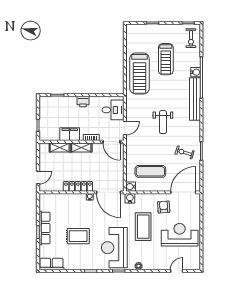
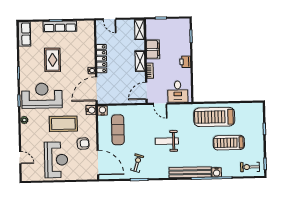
shelving: (60, 147) -> (139, 30), moved

